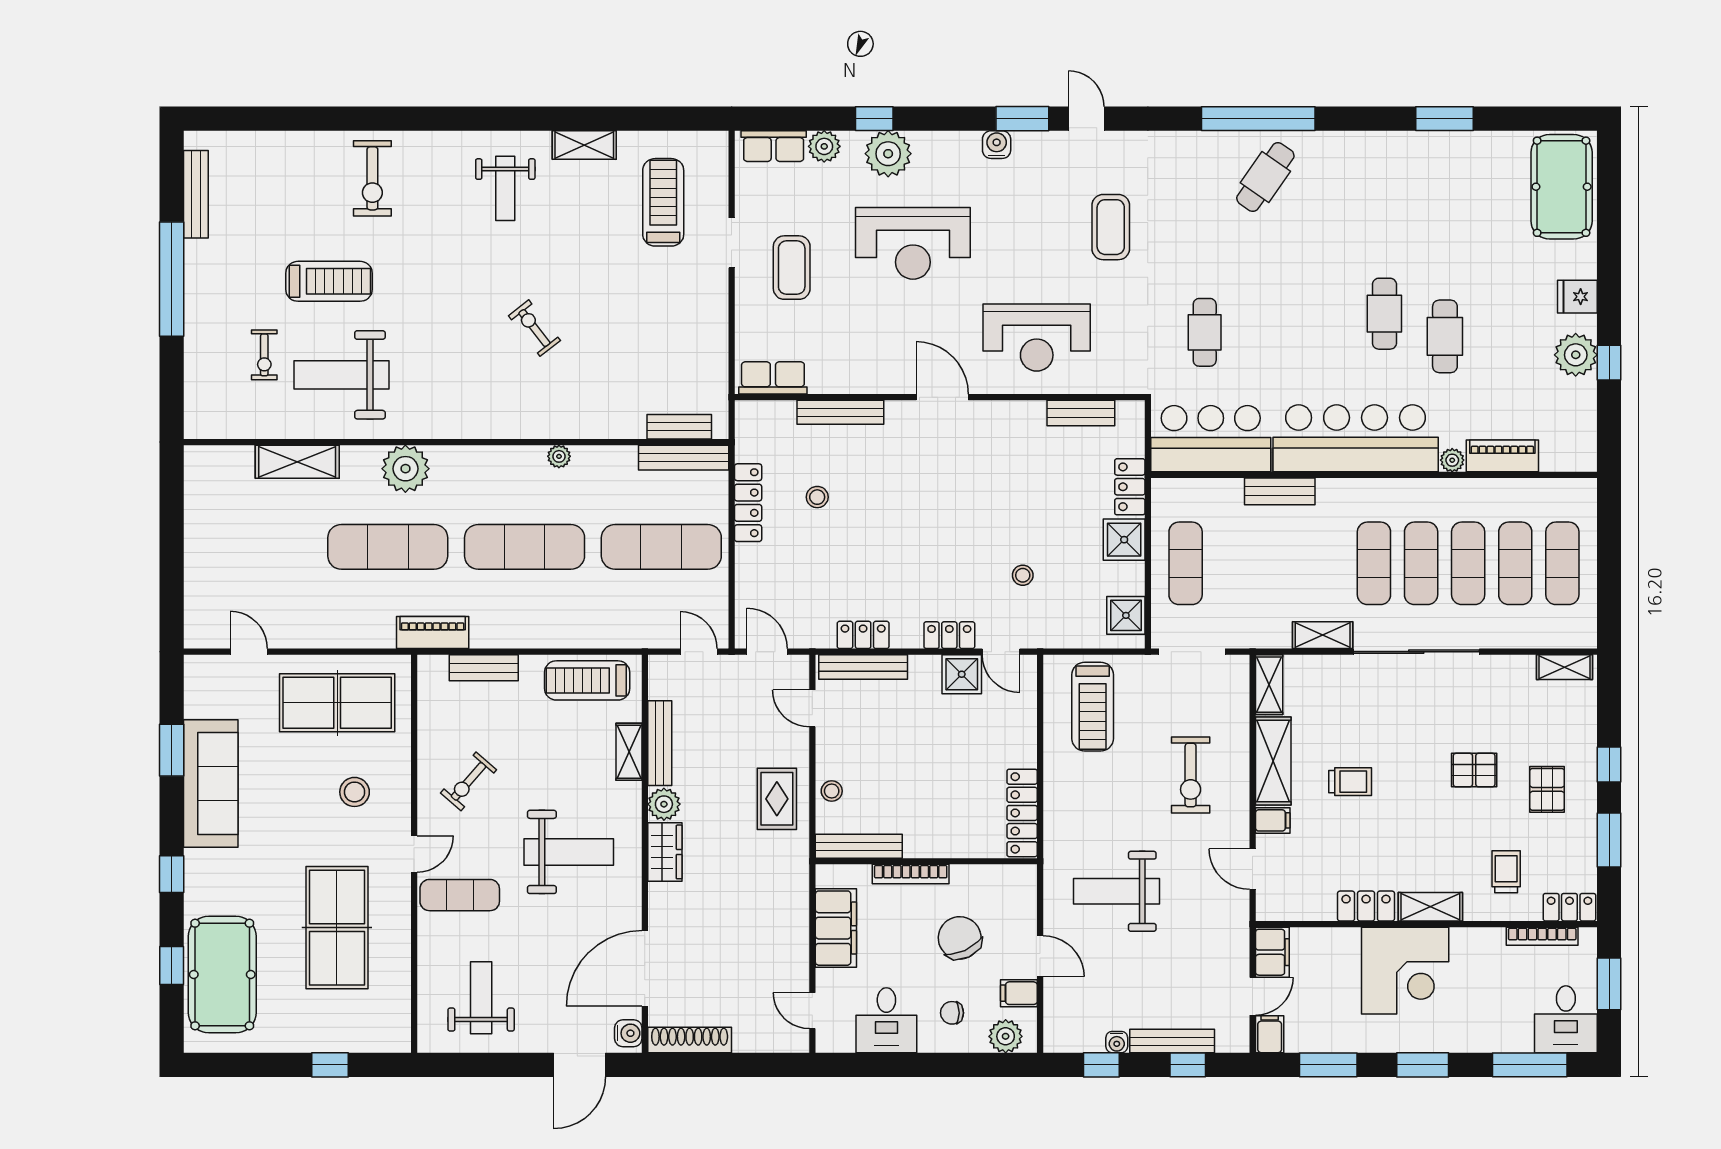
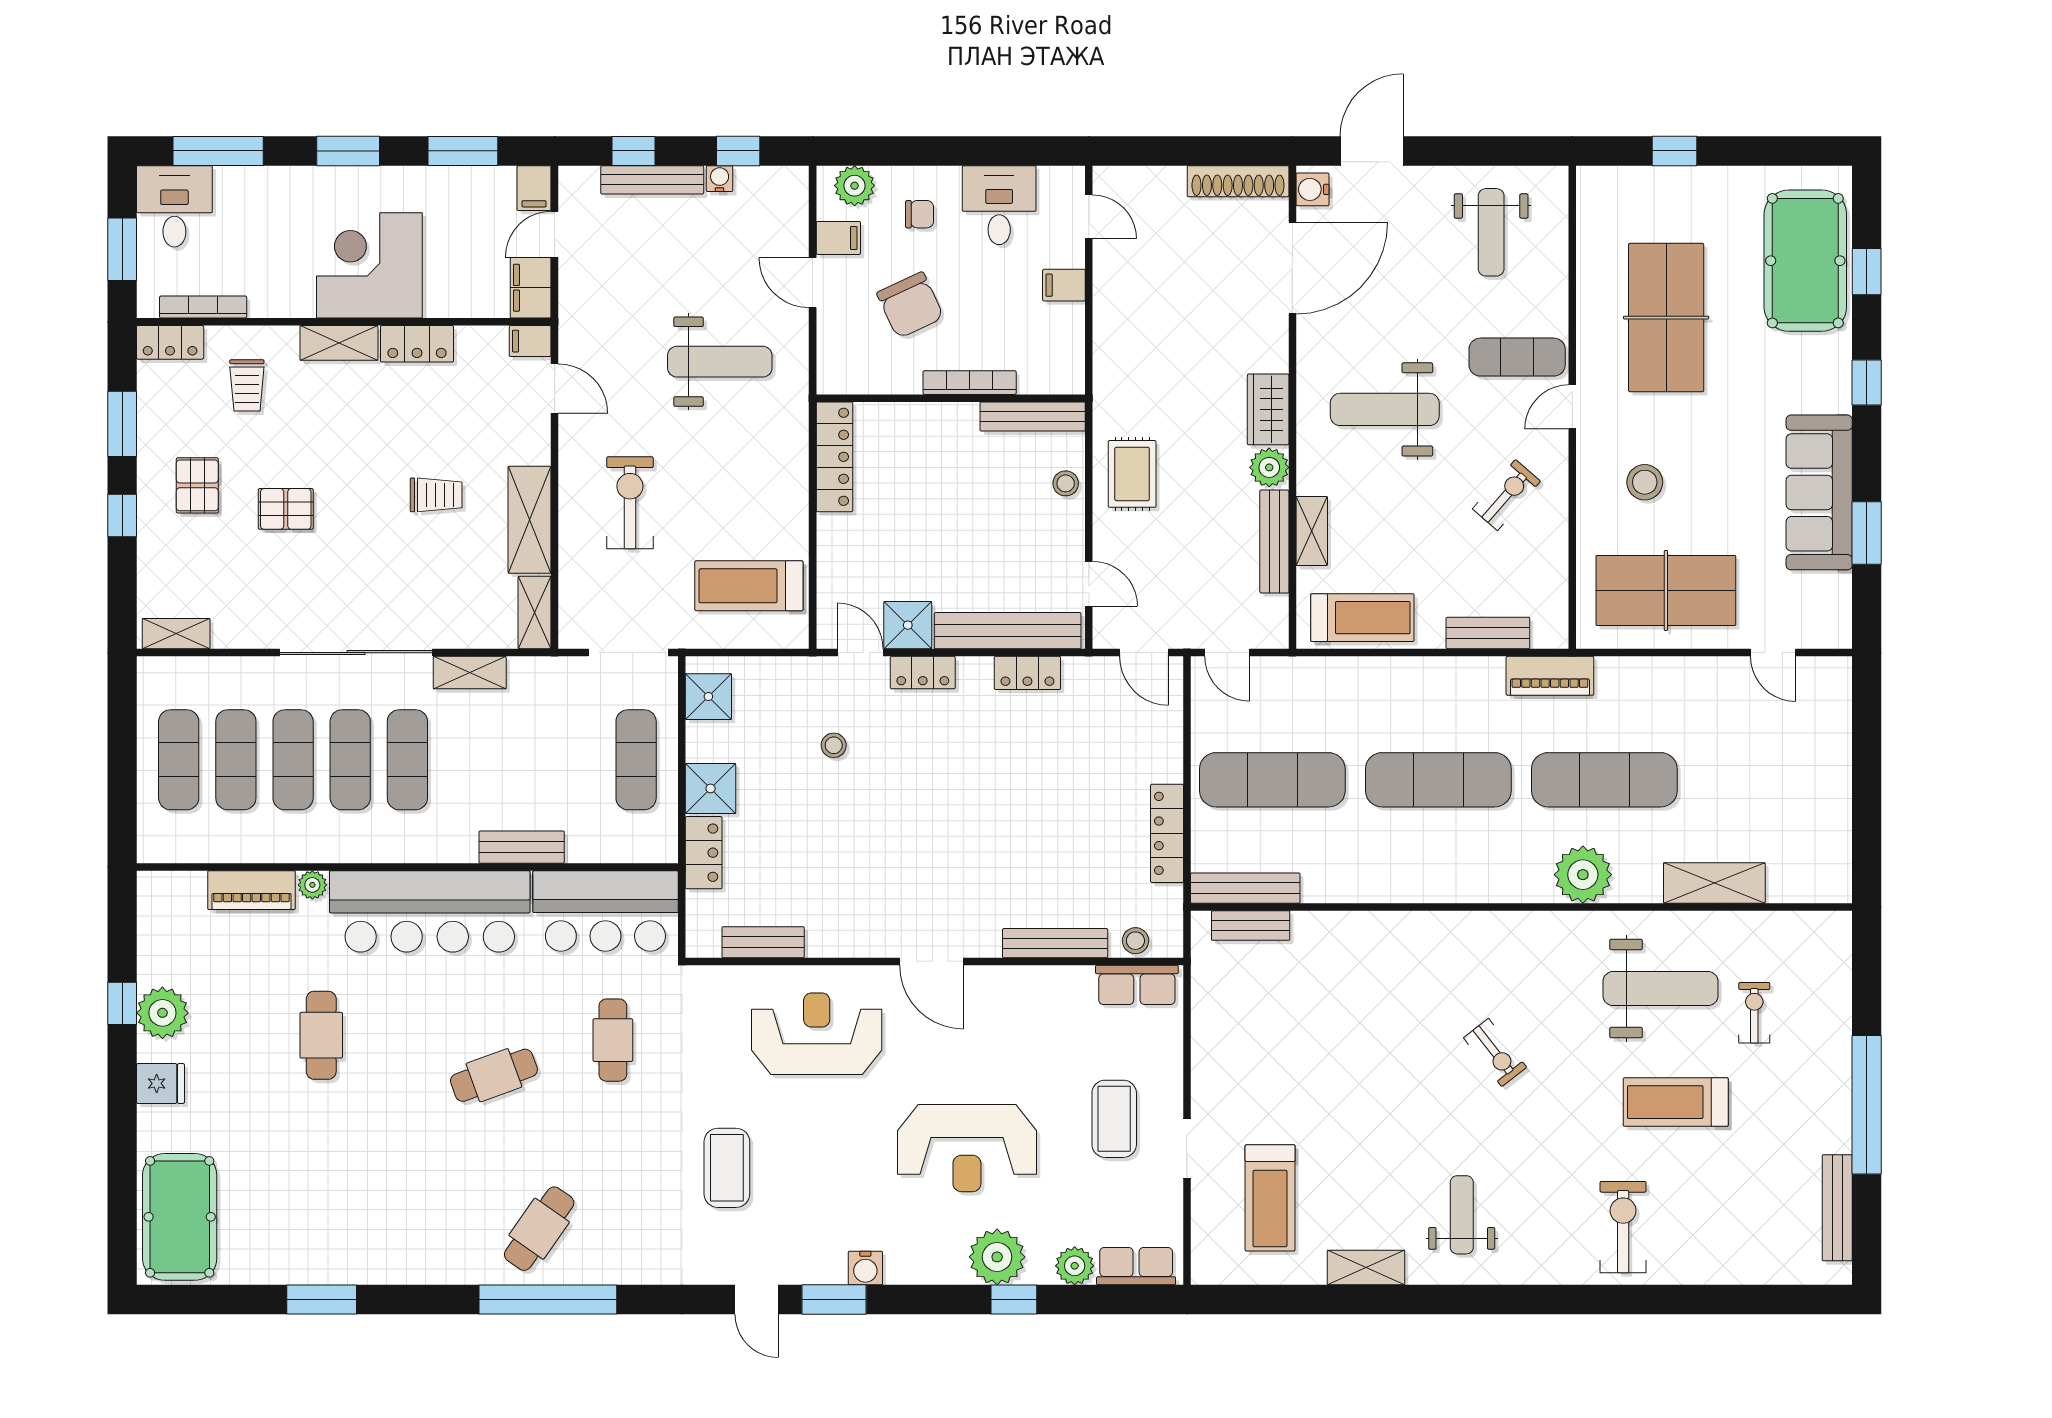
reception desk: (913, 243) -> (967, 1148), turned 180
cafe table: (1384, 314) -> (494, 1075), moved, turned 70
exercise bike: (534, 328) -> (1495, 1053), moved
plant: (559, 456) -> (1397, 890), removed
stool: (817, 497) -> (1135, 941), moved
bench: (863, 667) -> (1008, 631), width x1.37, depth x1.21
treadmill: (1093, 707) -> (749, 586), turned -90
trolley: (1350, 782) -> (436, 495), turned 180
filing cabinet: (1273, 820) -> (530, 341), moved
filing cabinet: (836, 928) -> (1064, 285), width x0.33, depth x0.86

